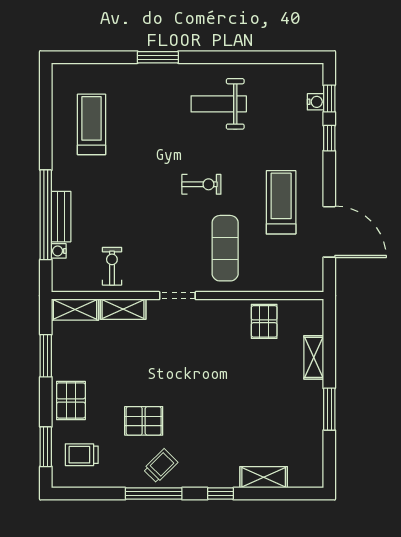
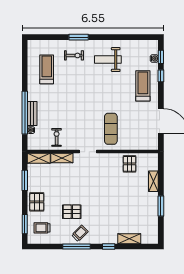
exercise bike: (201, 184) -> (74, 55), moved
treadmill: (281, 202) -> (143, 86), moved

